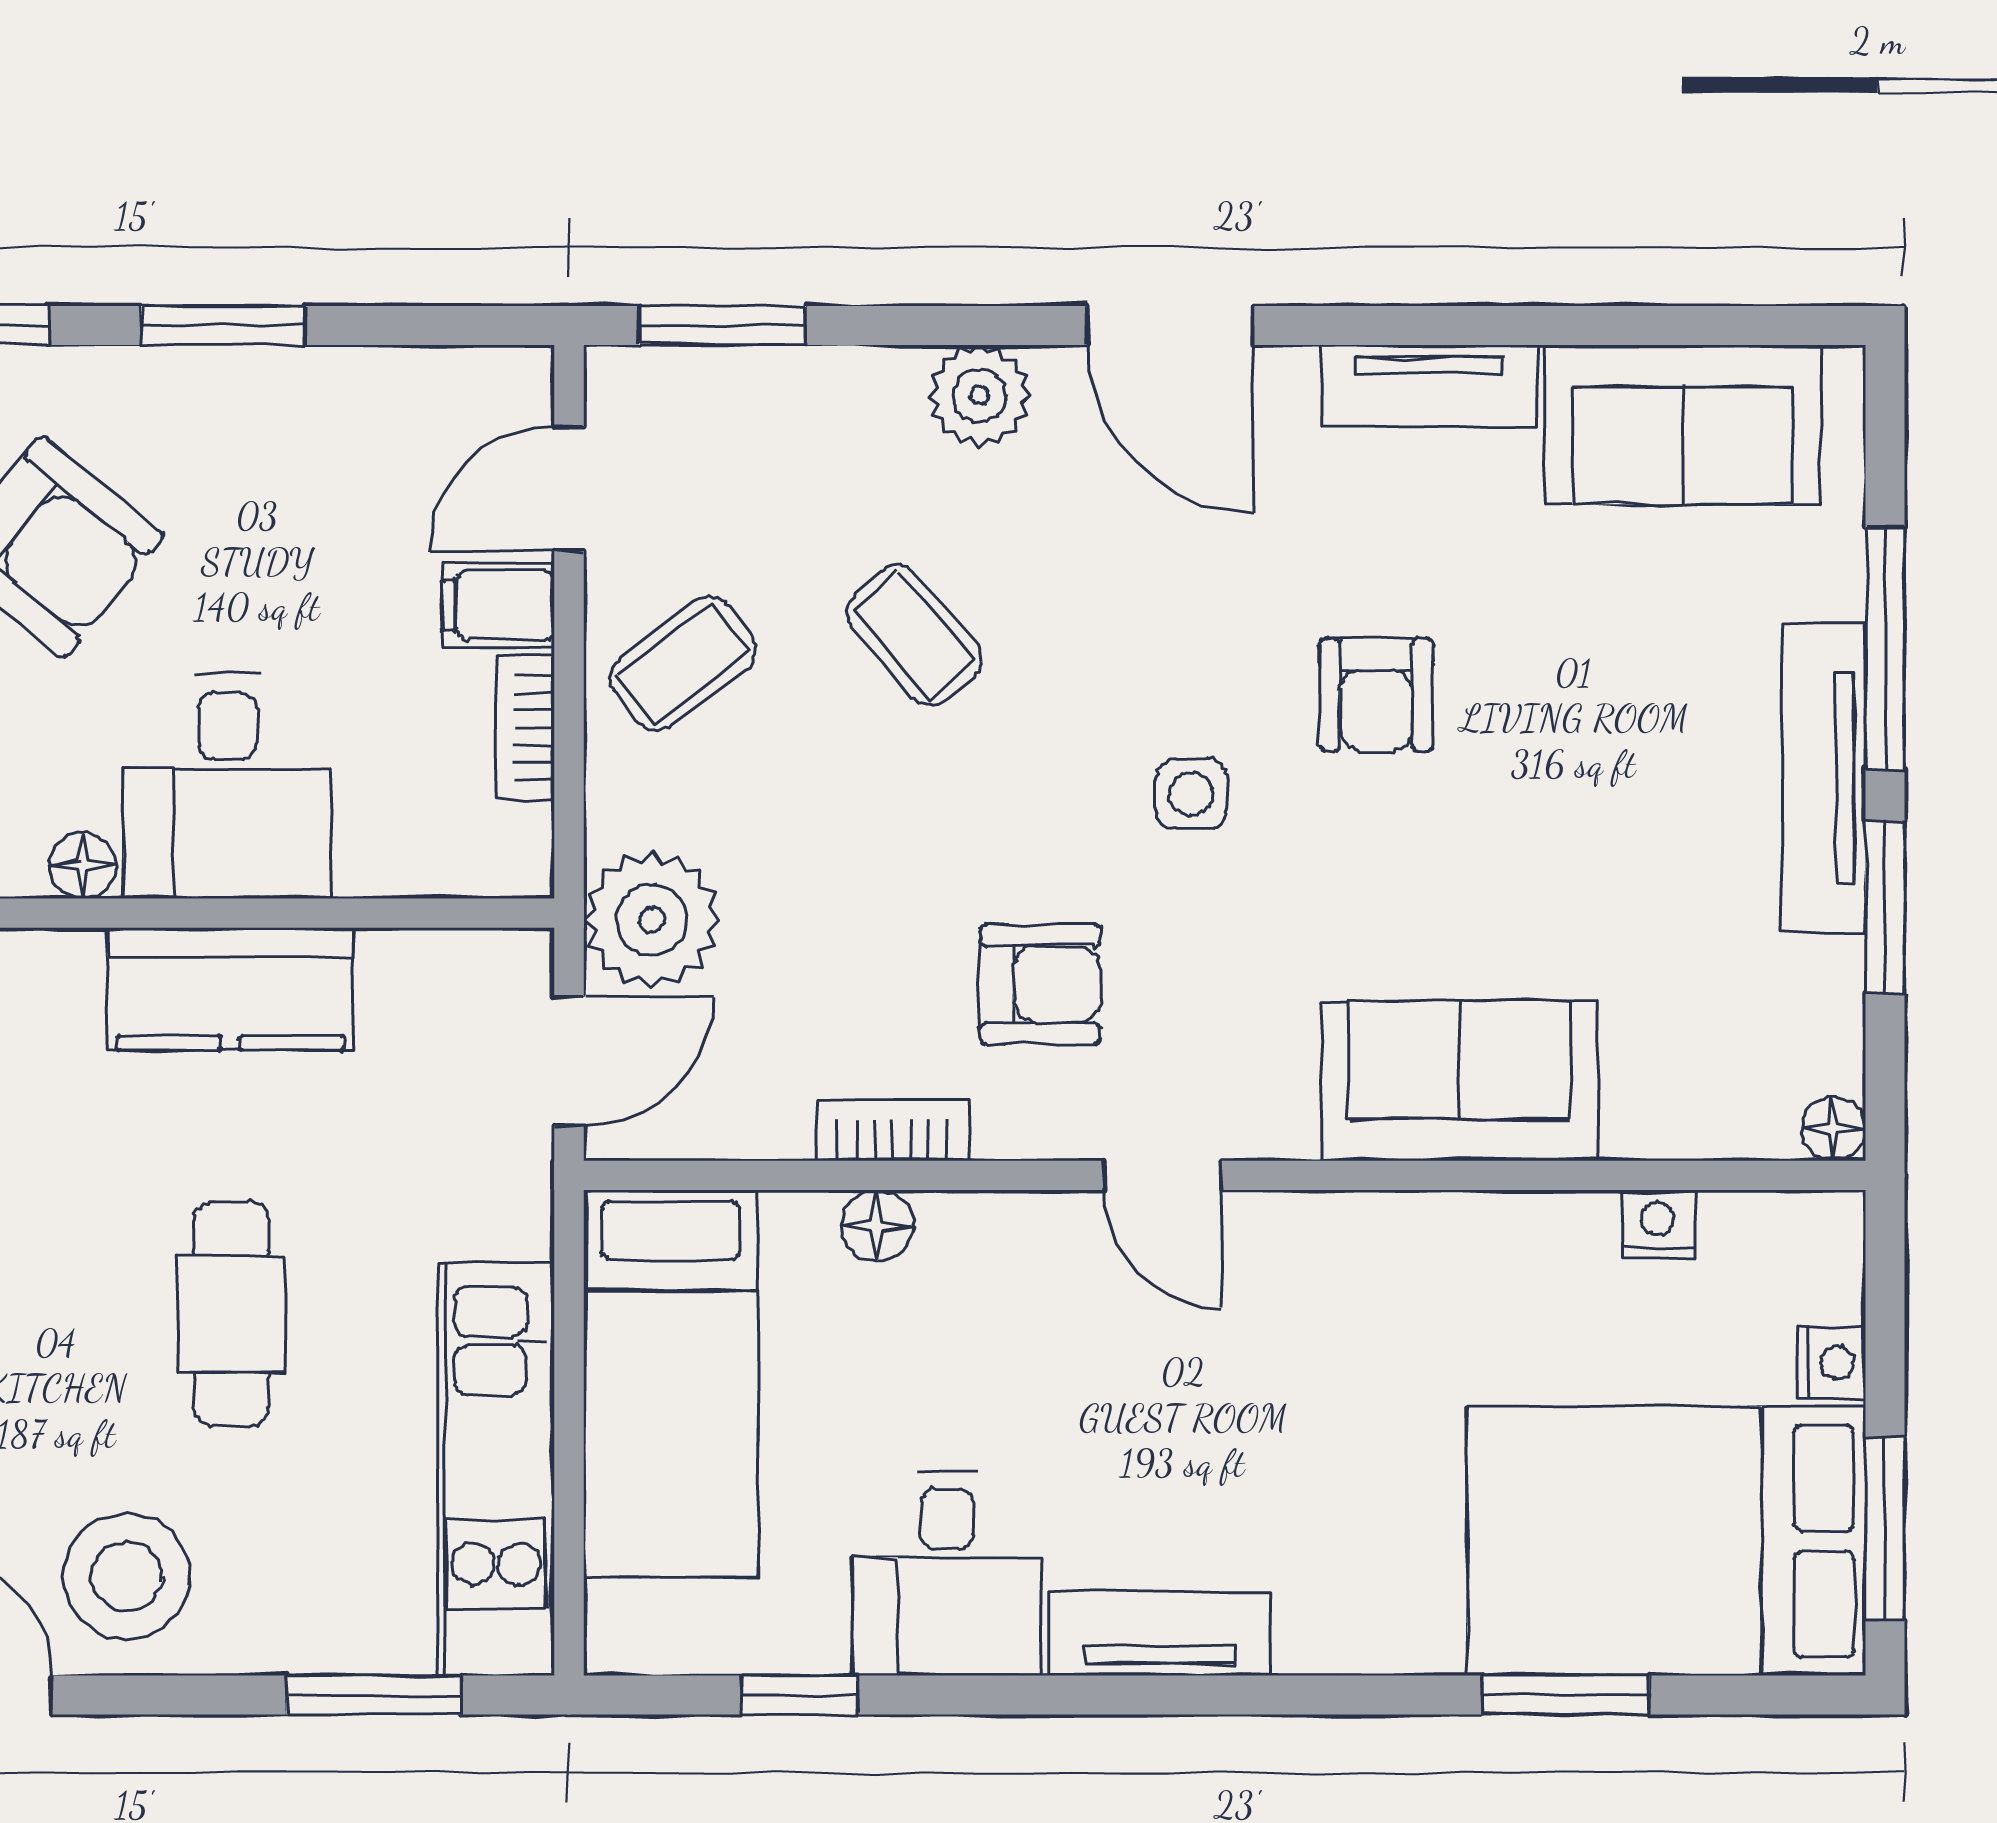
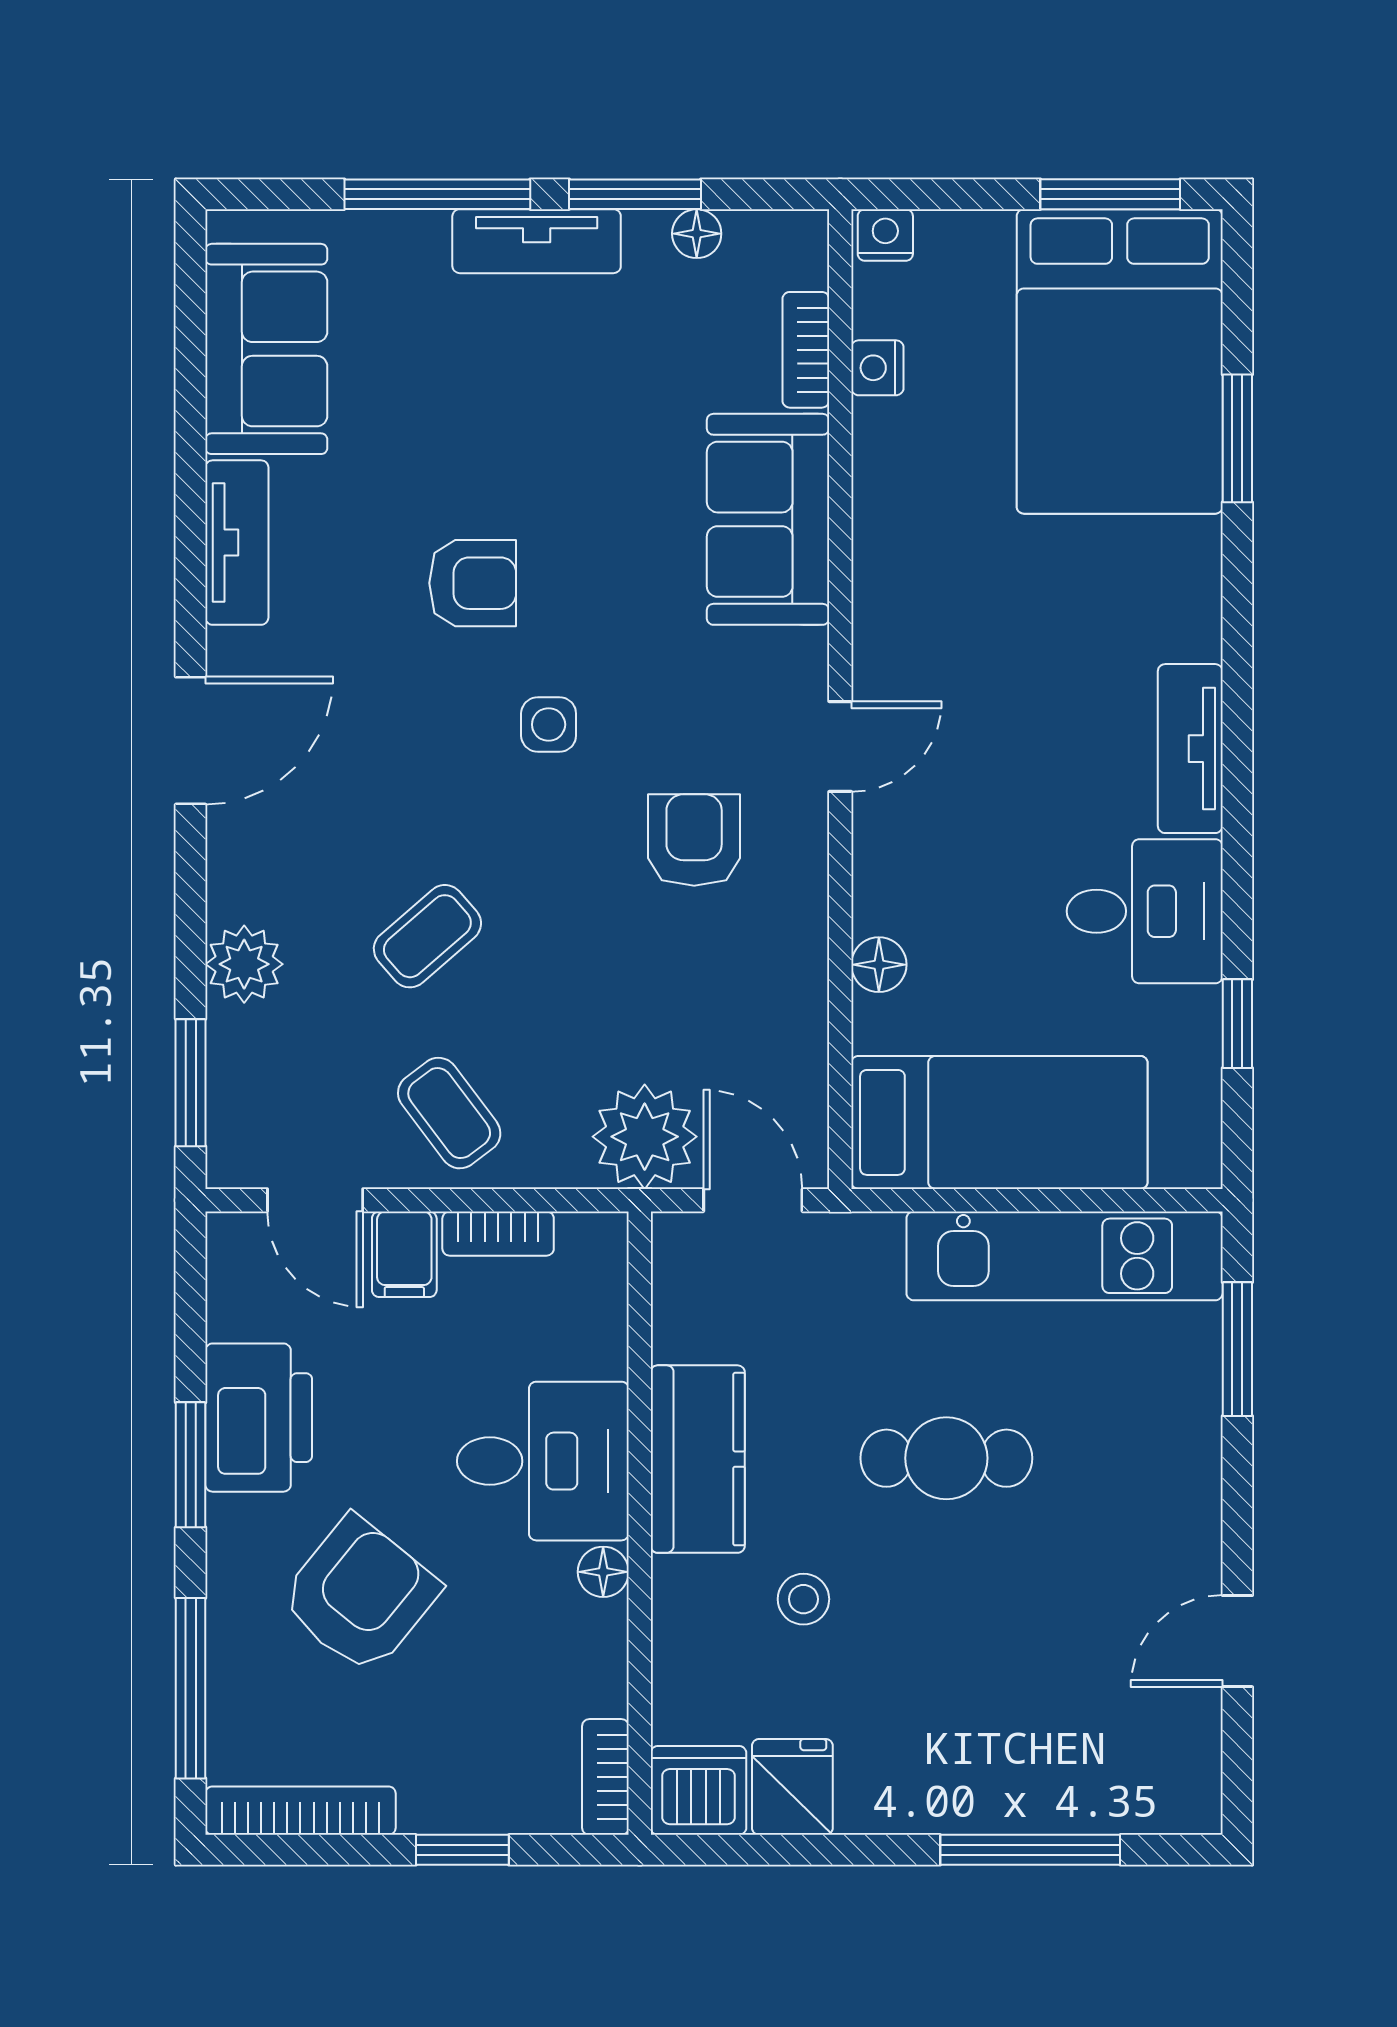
plant: (979, 396) -> (244, 964), moved
printer: (285, 415) -> (259, 1418), added
tv unit: (1824, 778) -> (537, 241), width x0.71
floor lamp: (1833, 1129) -> (697, 234), moved
bookcase: (893, 1130) -> (806, 350), moved
nightstand: (1832, 1363) -> (885, 235), moved
stool: (127, 1576) -> (803, 1599), moved, width x0.53, depth x0.53

